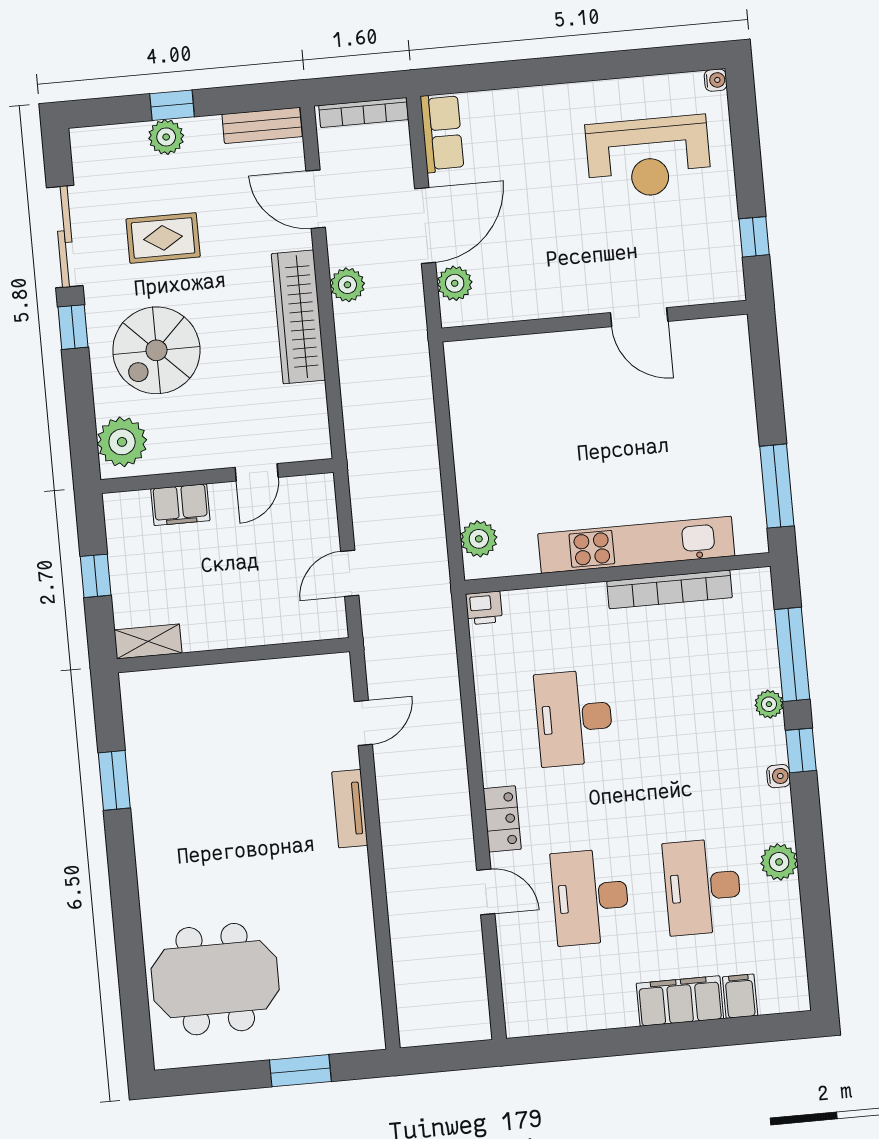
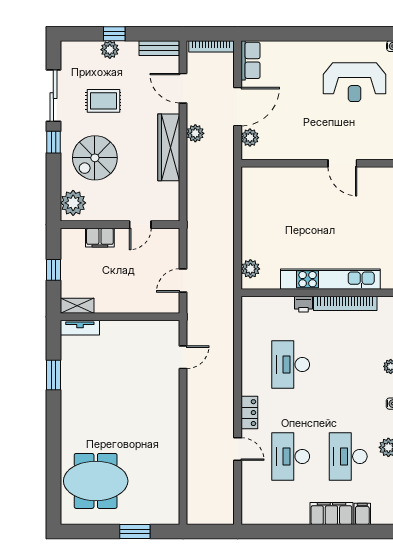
printer: (484, 608) -> (303, 304), moved
tv unit: (350, 809) -> (80, 328), moved, turned -90

